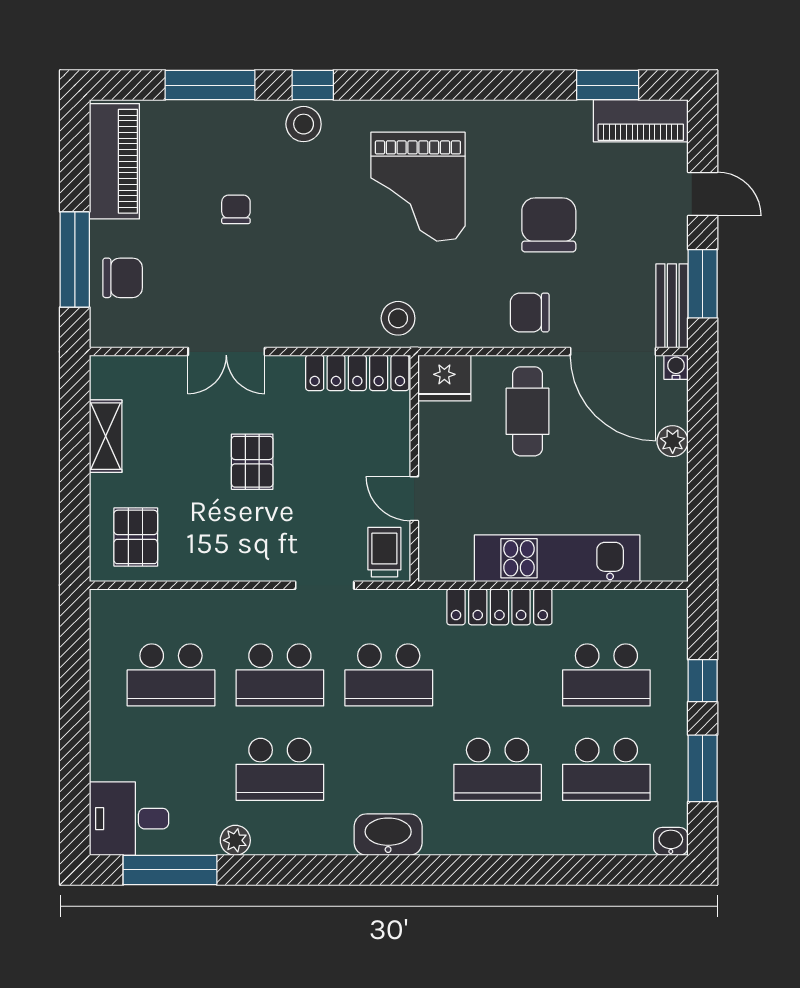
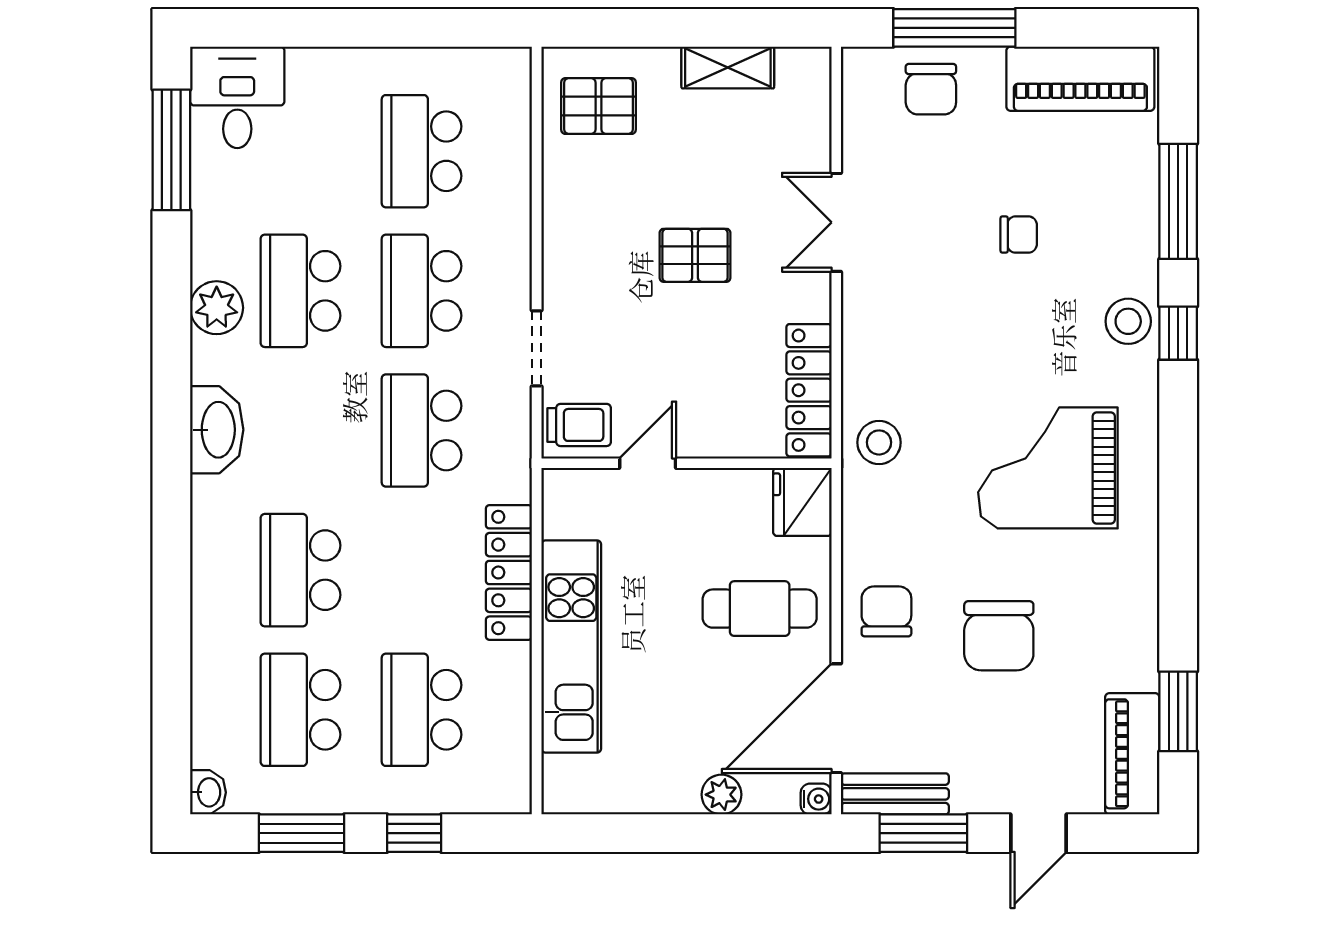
chair: (549, 225) -> (999, 636), turned 90
plant: (235, 840) -> (217, 308), moved, width x1.38, depth x1.38

